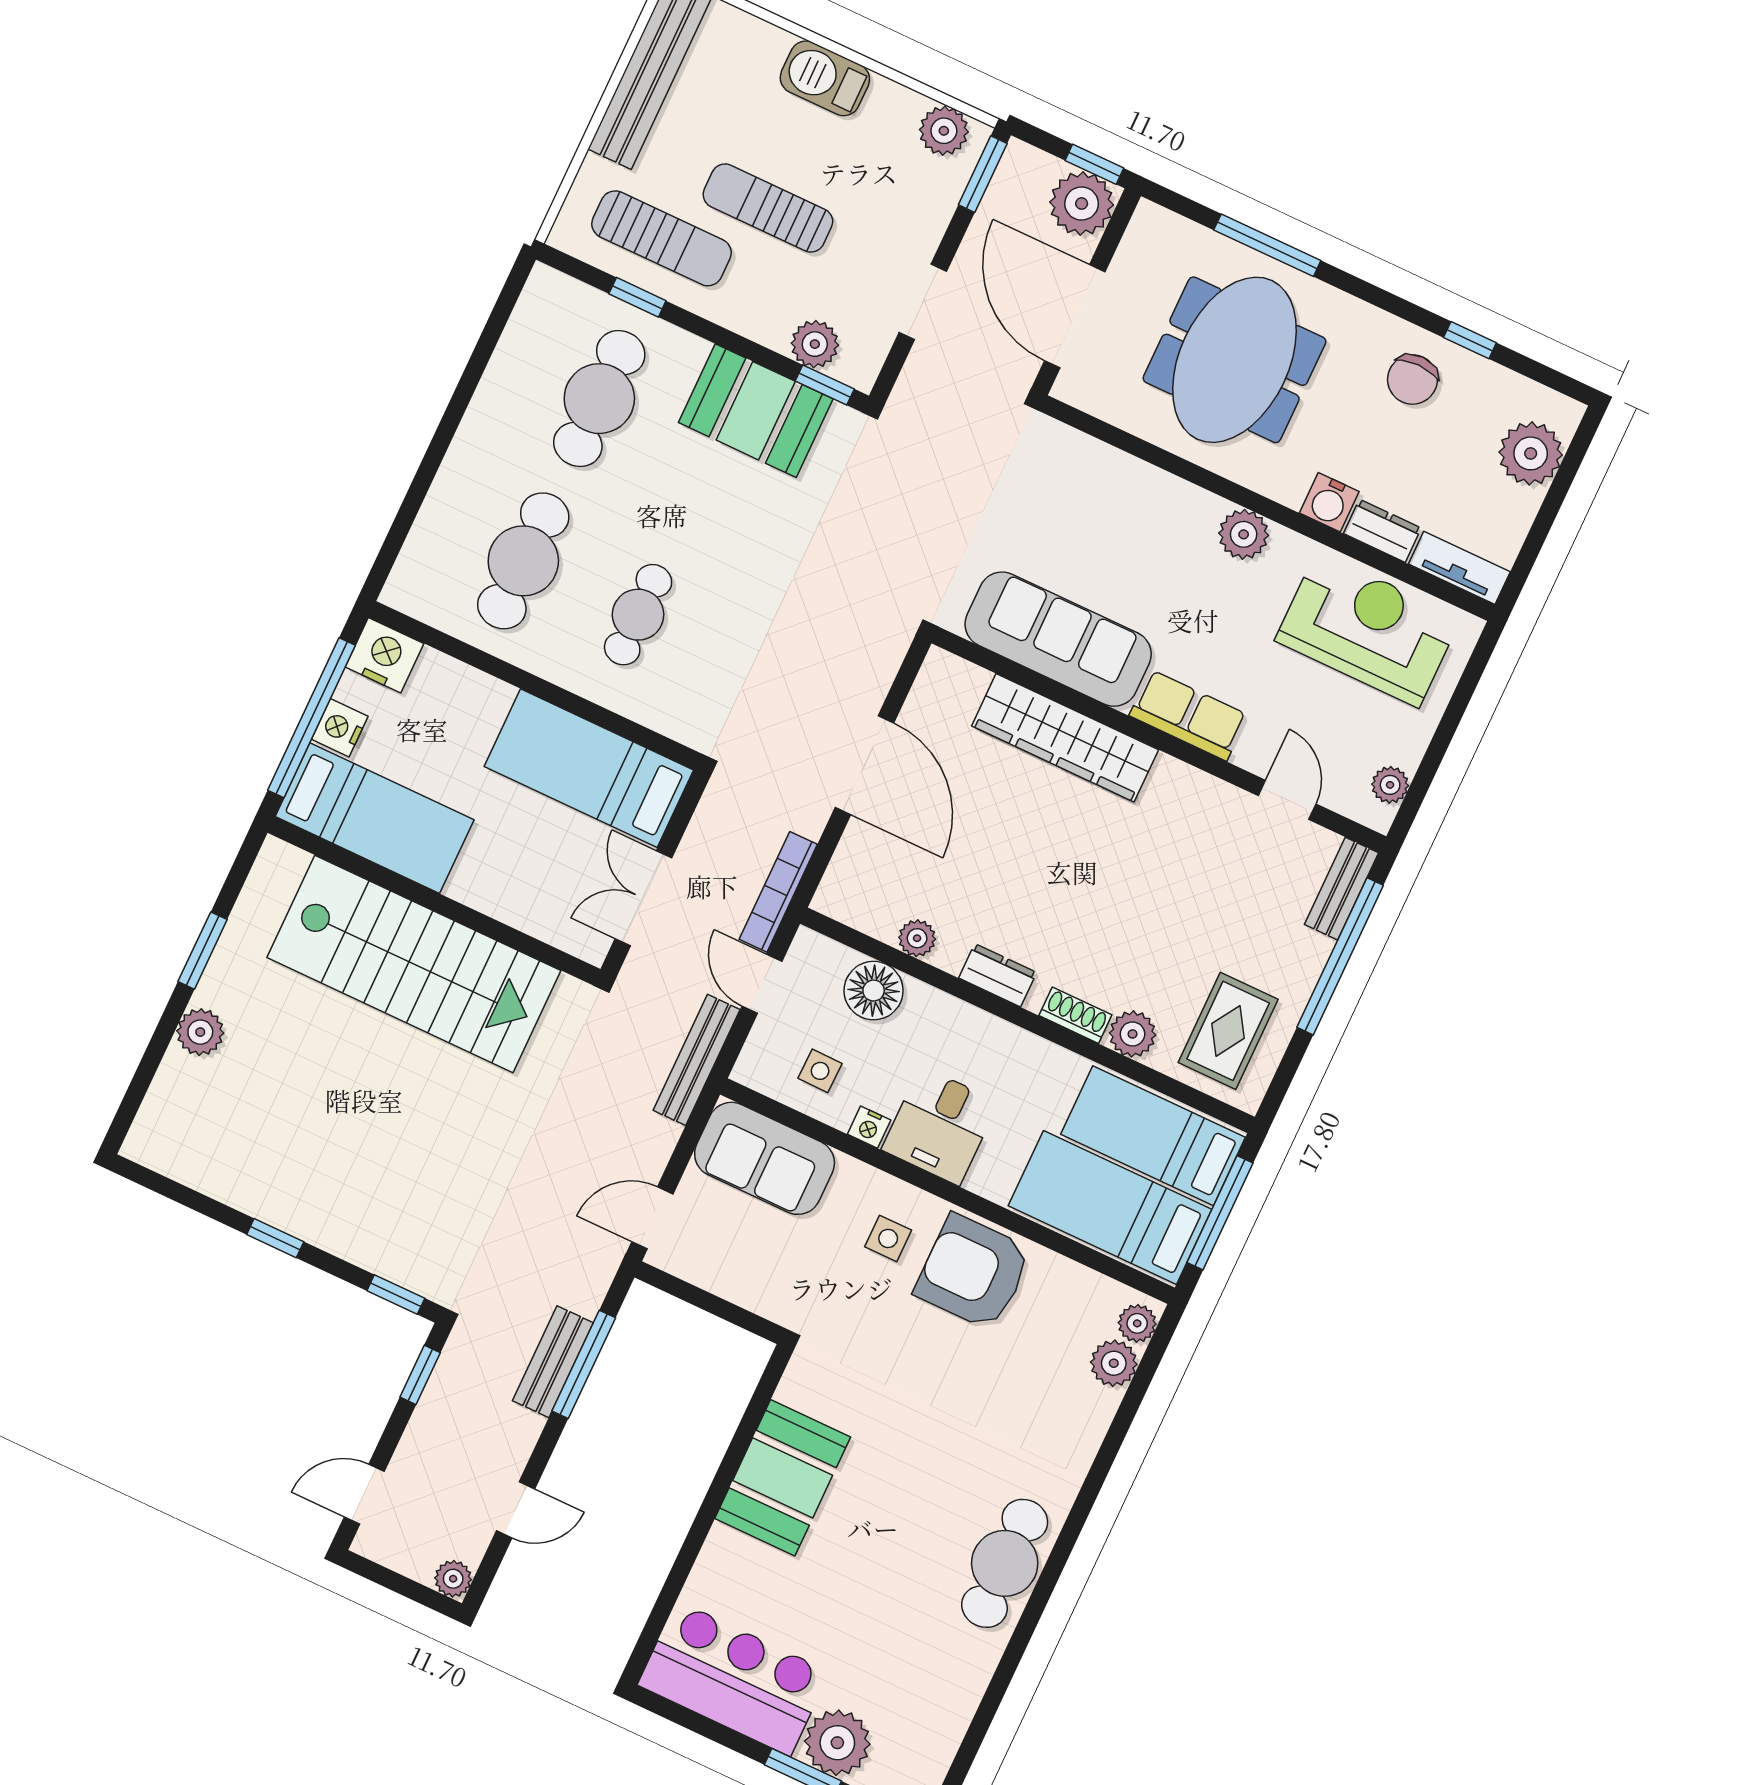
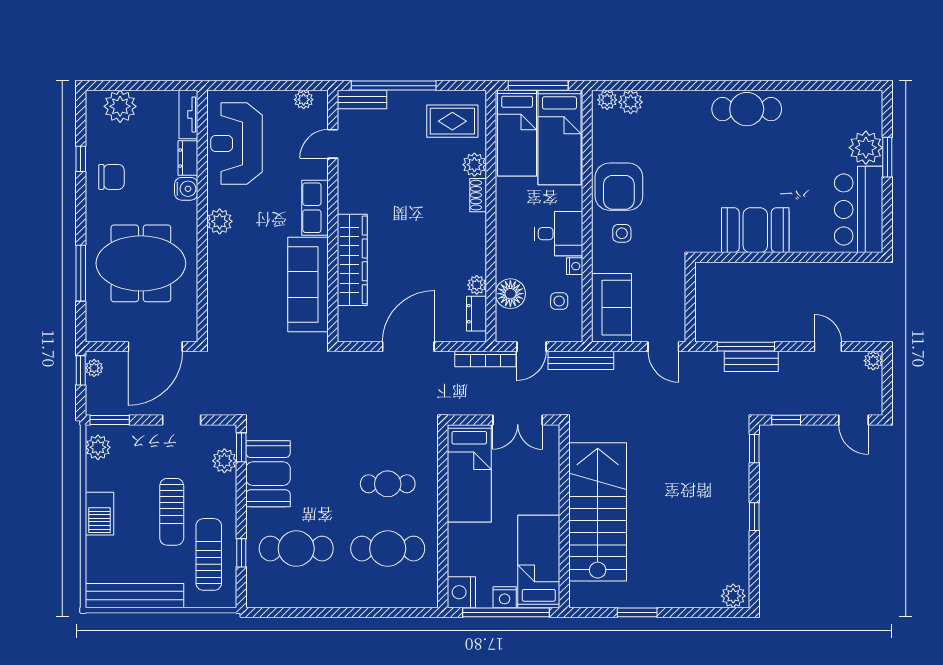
plant: (1082, 204) -> (94, 368), width x0.53, depth x0.53
dresser: (998, 975) -> (476, 314), moved
plant: (200, 1032) -> (733, 596), moved

